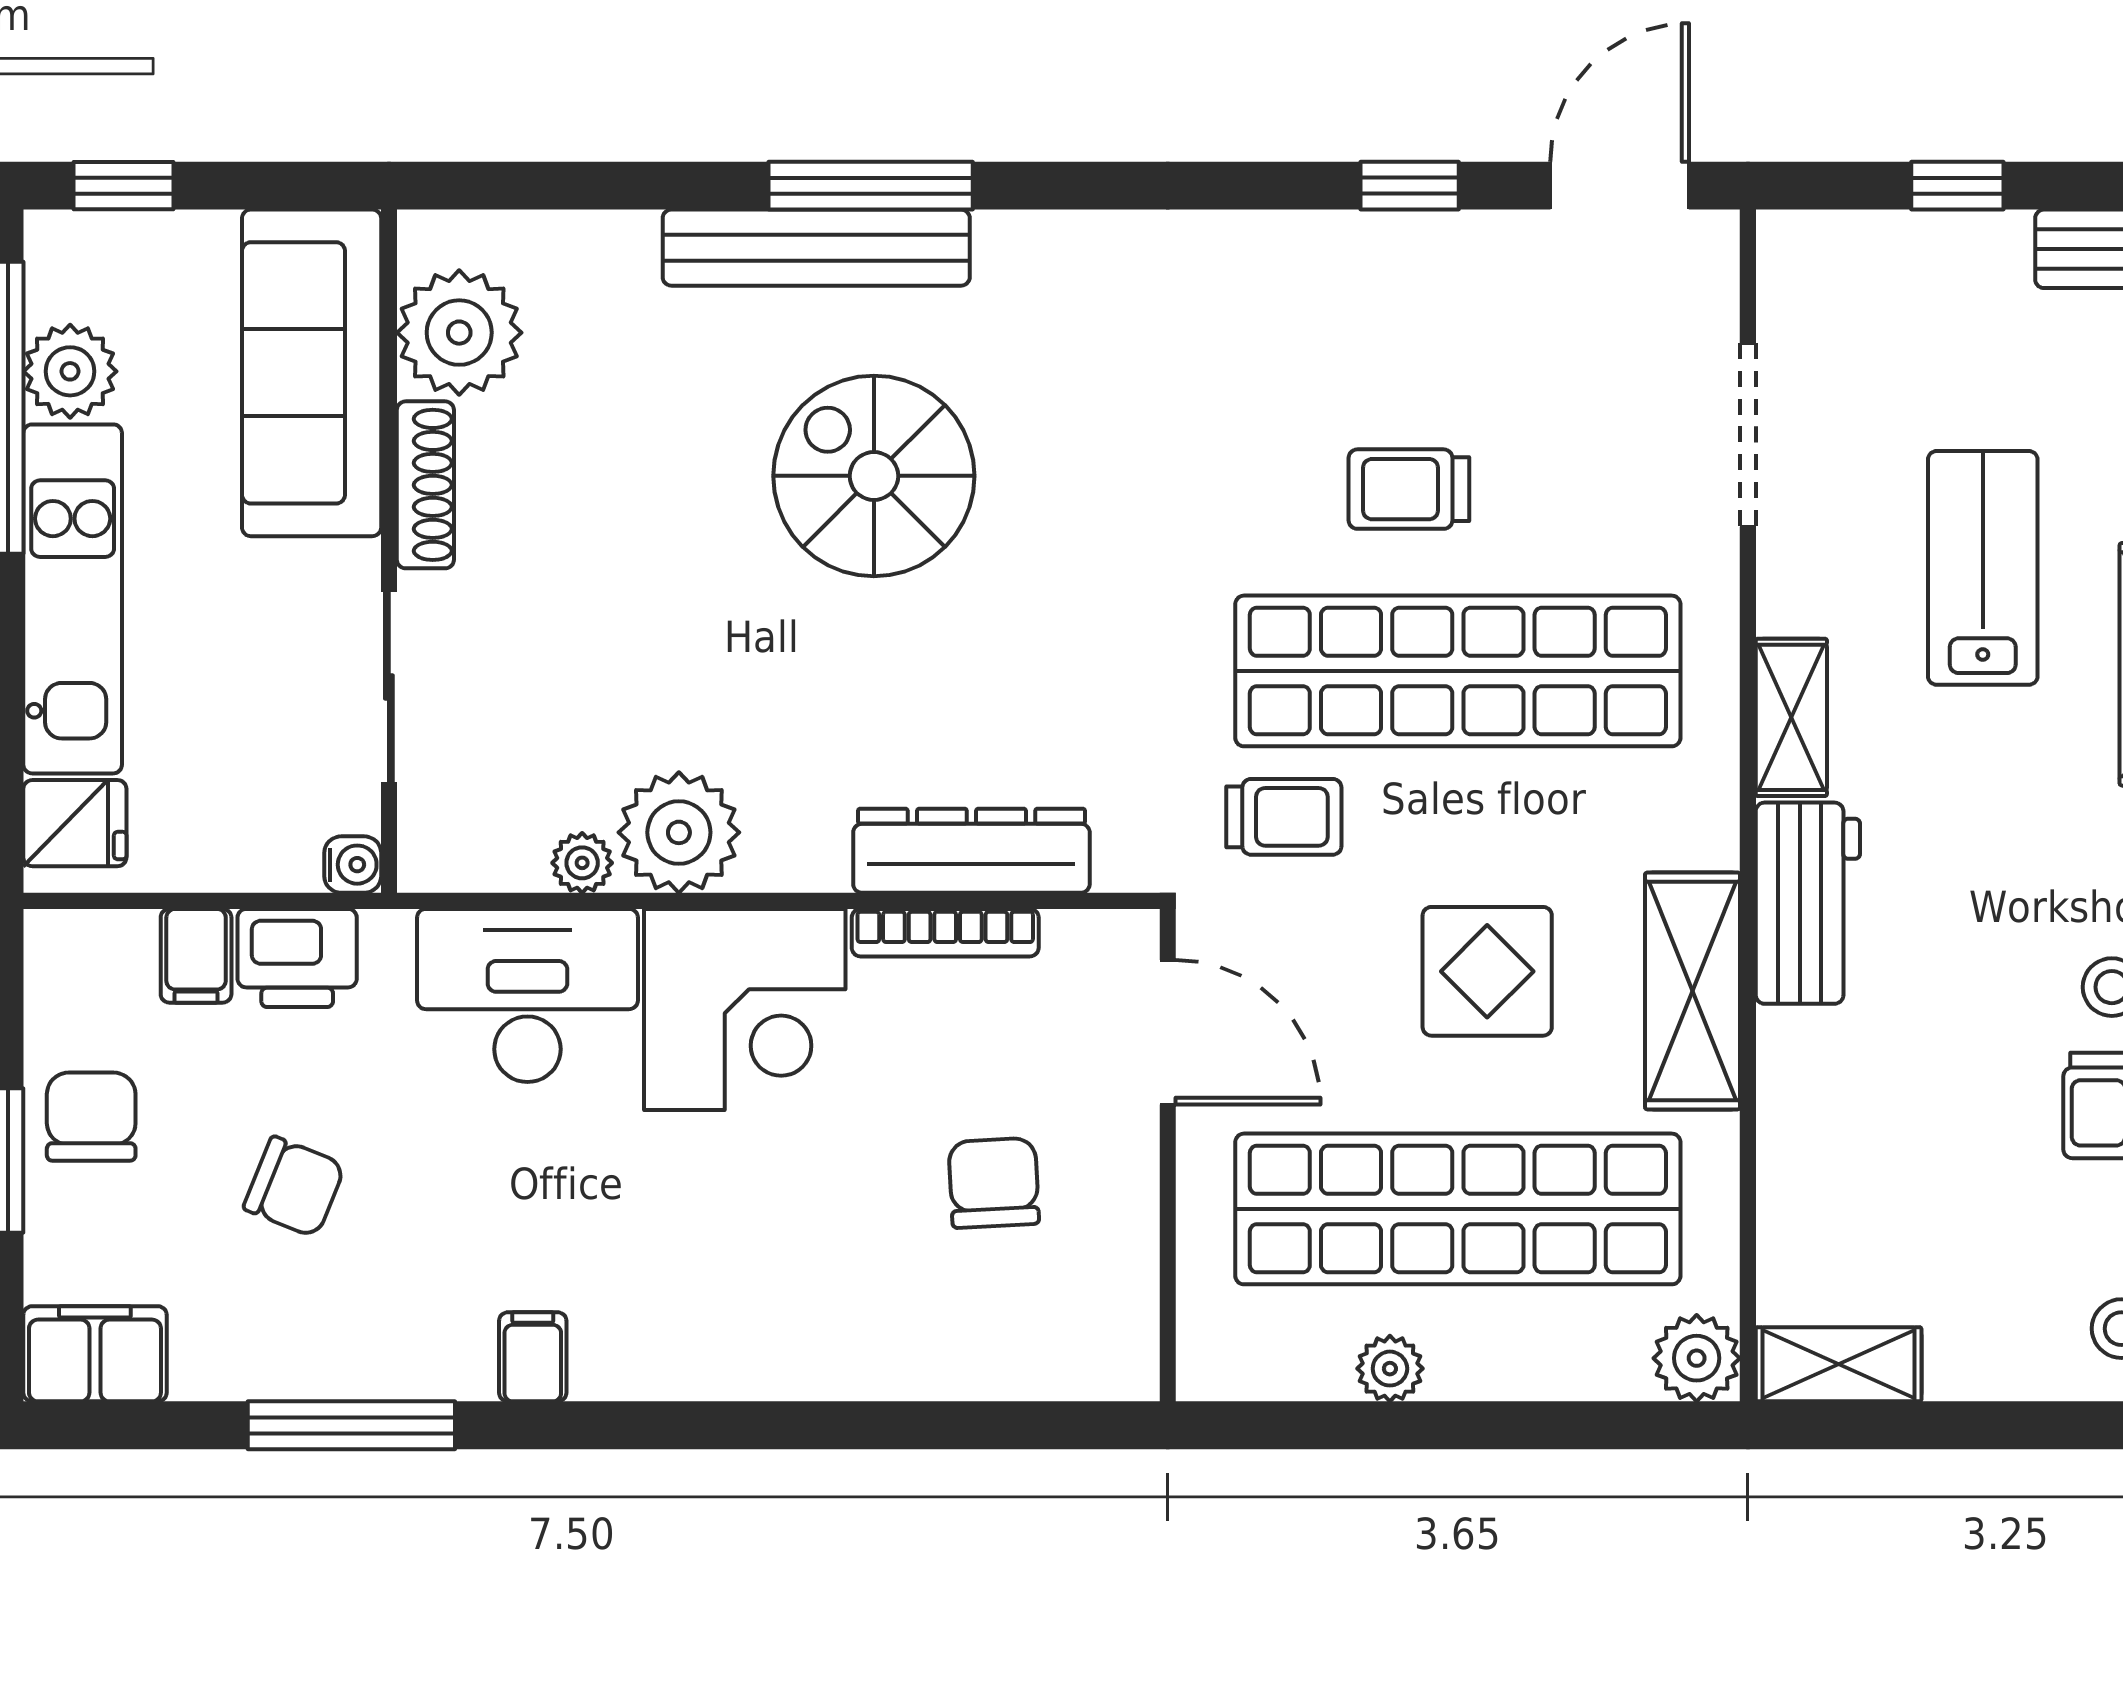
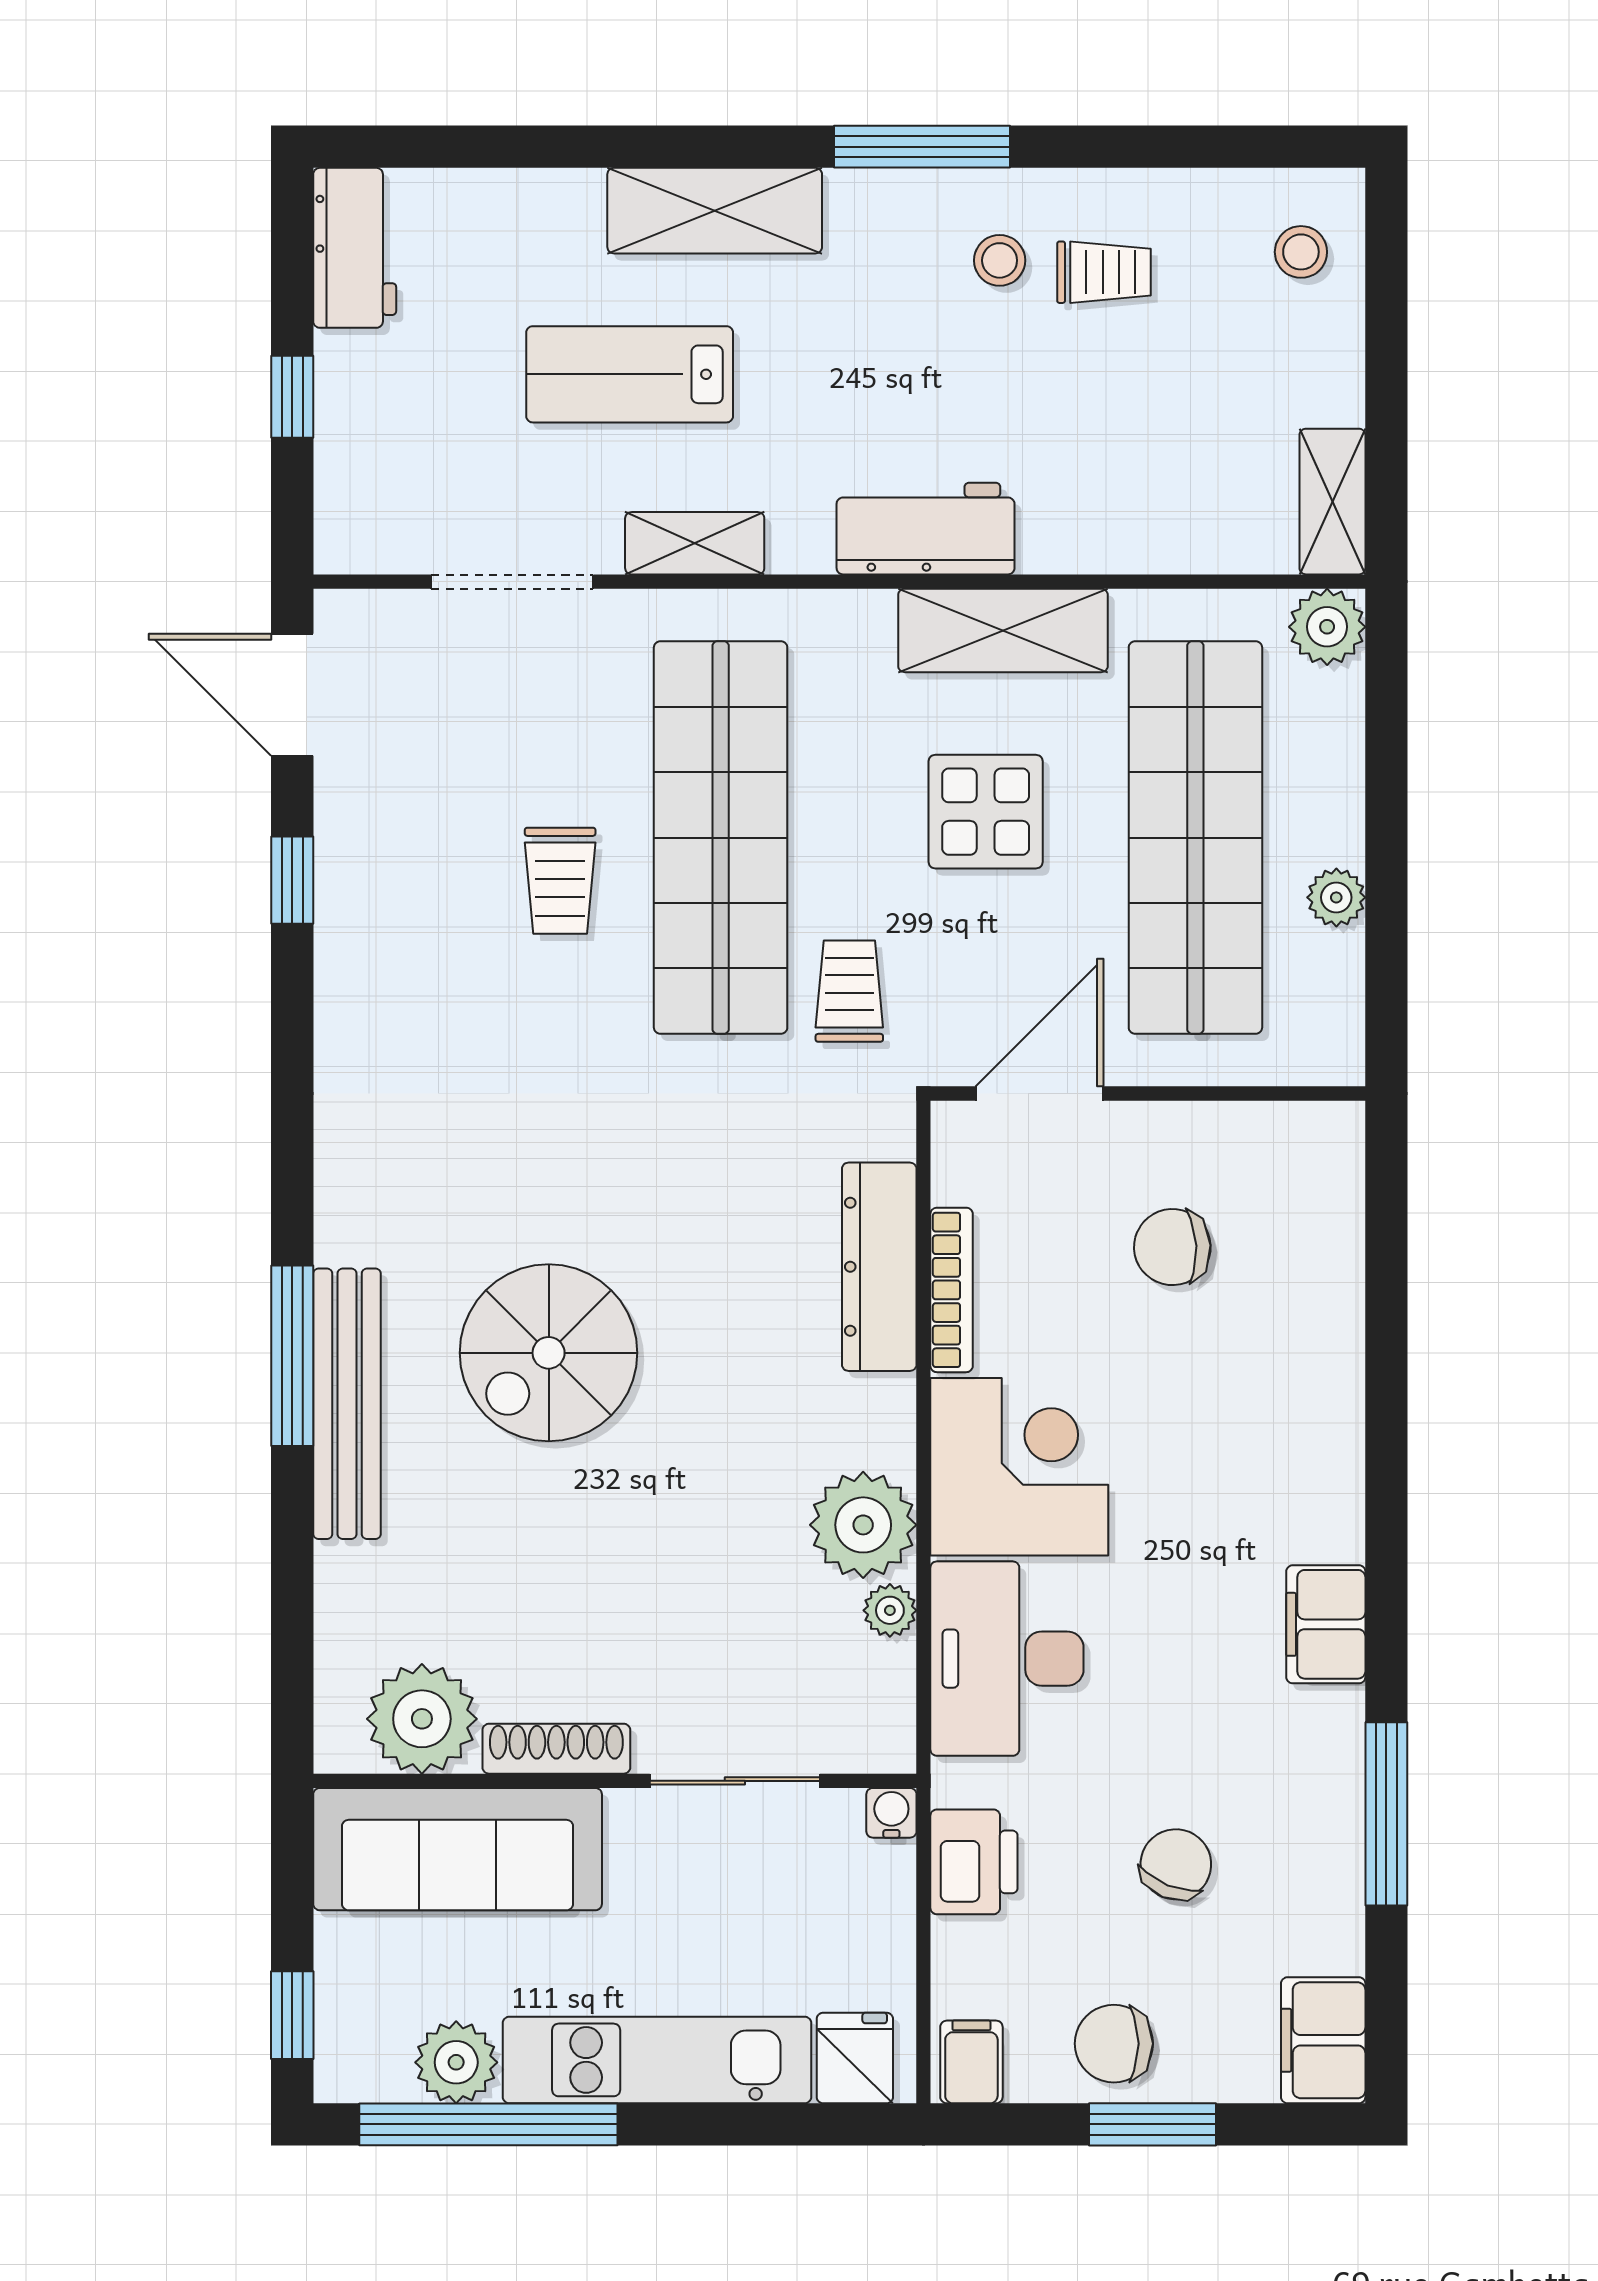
shelving: (1791, 717) -> (695, 543), moved
filing cabinet: (196, 956) -> (971, 2062), moved, turned -90
filing cabinet: (533, 1357) -> (1326, 1624), width x2.00

